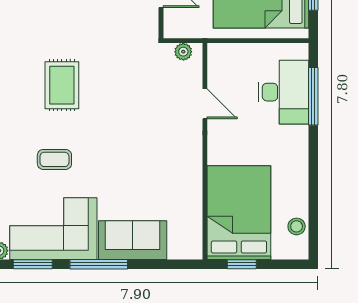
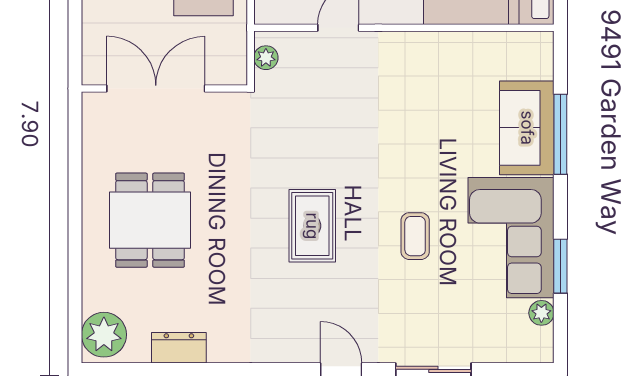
rug: (62, 85) -> (312, 226), turned 90
window: (99, 264) -> (560, 134), moved

